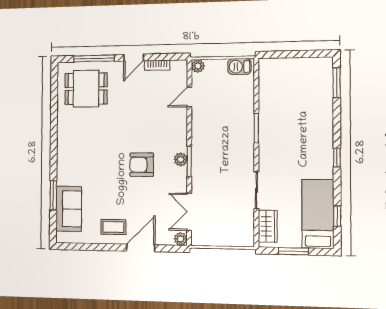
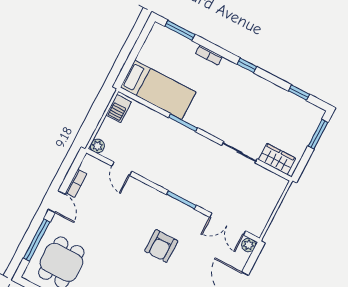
bookcase: (328, 119) -> (209, 55), added
plant: (181, 159) -> (175, 207), removed
bed: (318, 214) -> (158, 90), moved, turned 180
window: (294, 251) -> (318, 134), moved

